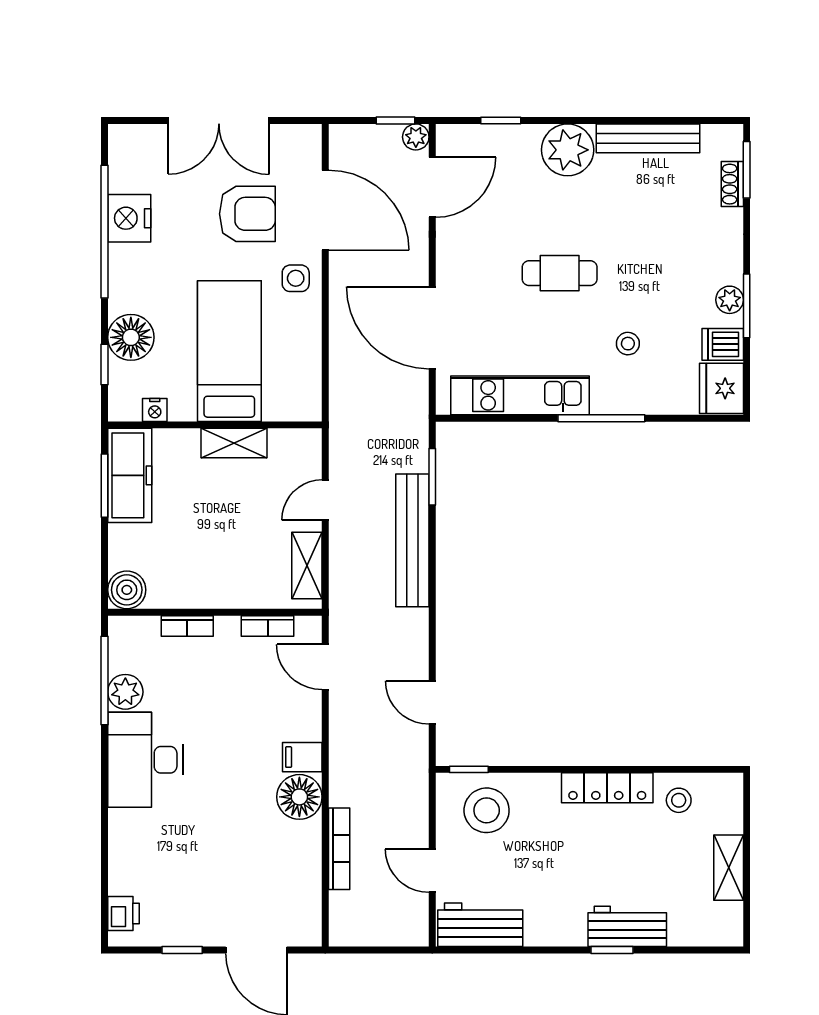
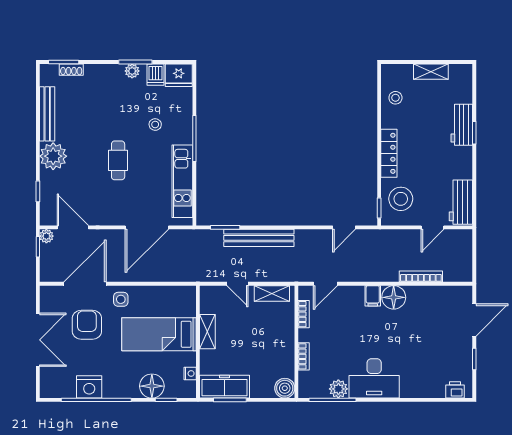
locker: (607, 788) -> (389, 153), moved

